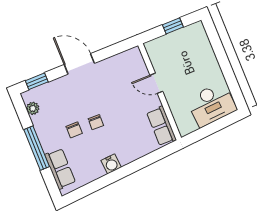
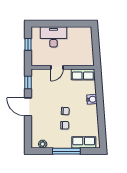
door: (79, 64) -> (28, 107), hinge flipped
window: (37, 81) -> (28, 82), moved
desk: (212, 104) -> (53, 37), moved, turned -86
water cooler: (111, 164) -> (92, 99), moved

